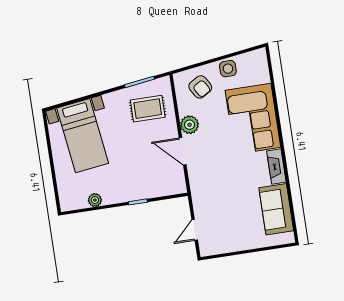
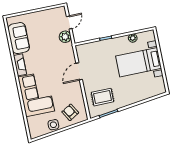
plant: (190, 125) -> (65, 37), moved
bed with nightstands: (83, 136) -> (139, 62), moved, turned -82
door: (183, 151) -> (79, 71), swing flipped

